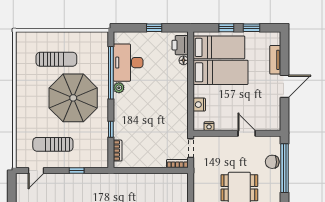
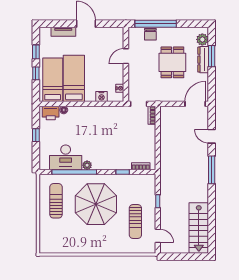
sun lounger: (56, 59) -> (56, 201), moved

